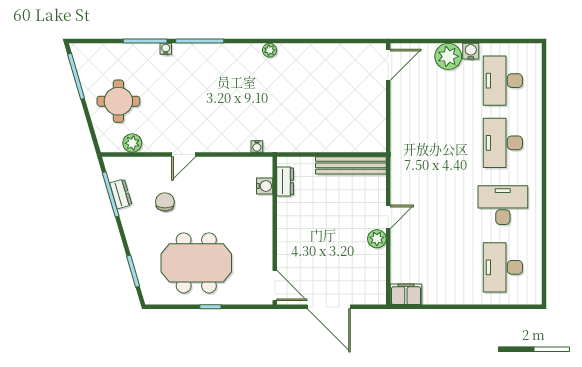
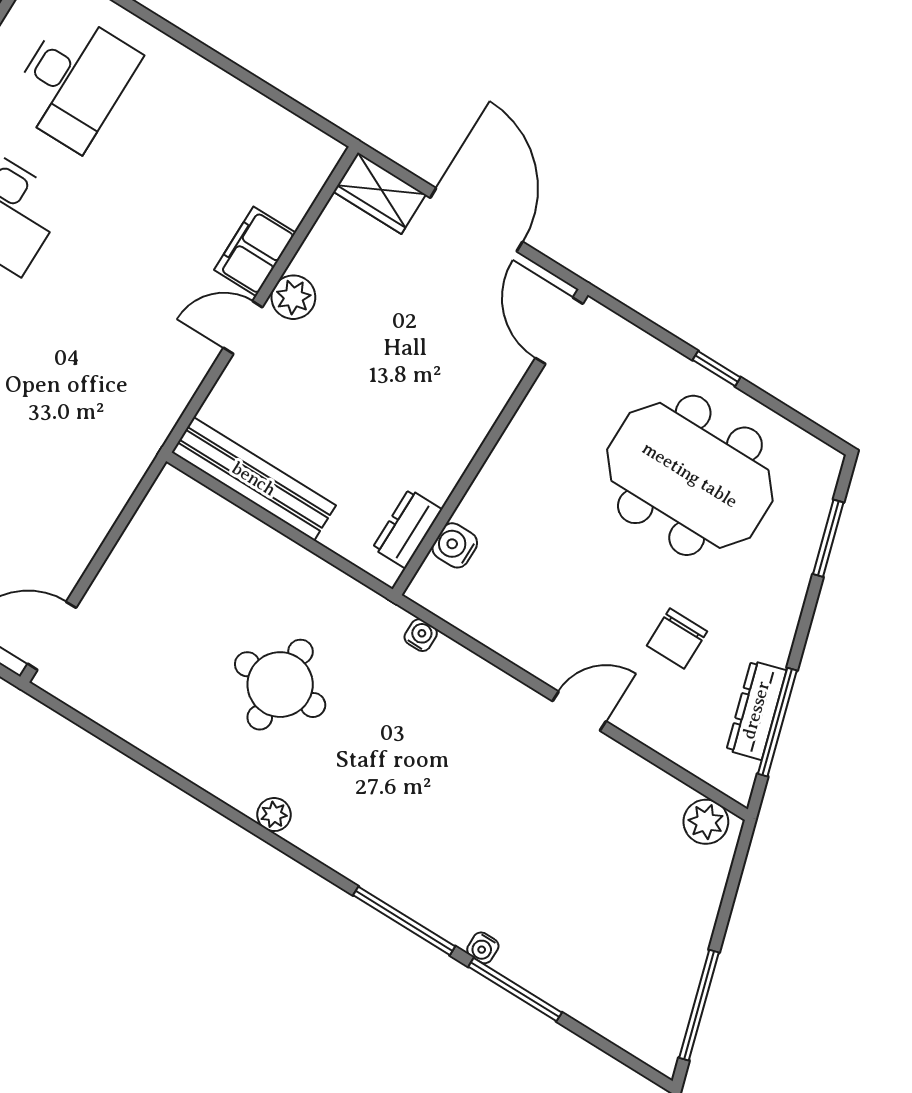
round table: (118, 101) -> (280, 685), moved
plant: (132, 143) -> (706, 822), moved
dresser: (121, 194) -> (756, 710), width x1.44
filing cabinet: (406, 294) -> (255, 251), moved, turned 90
wardrobe: (369, 295) -> (380, 193), added

